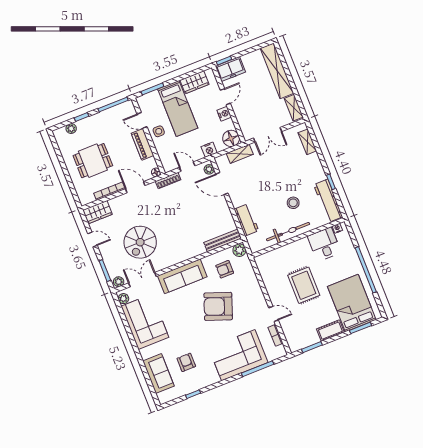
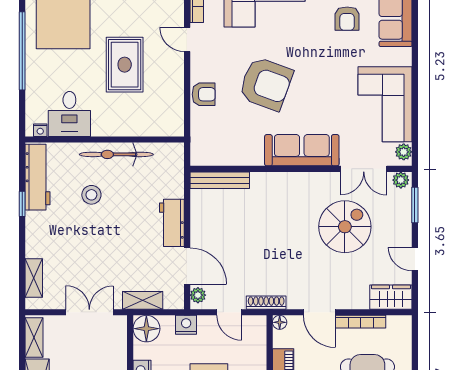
workbench: (246, 220) -> (172, 223), moved
plant: (239, 250) -> (200, 156), removed
armchair: (225, 269) -> (204, 94), moved

